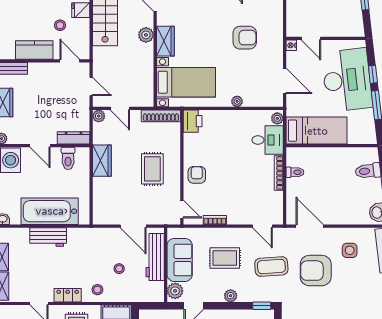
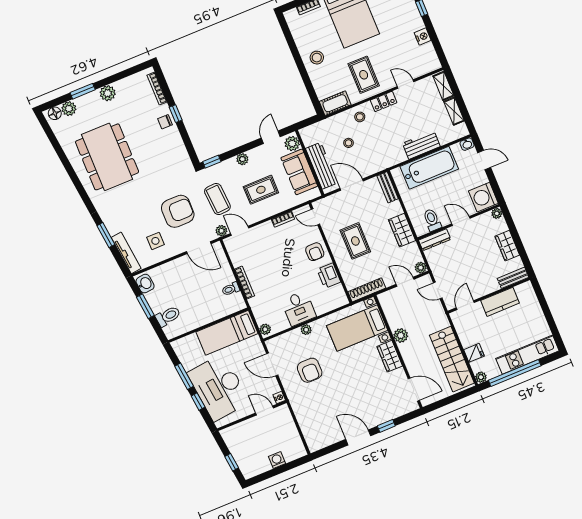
stool: (60, 25) -> (486, 332), removed
plant: (146, 35) -> (401, 335), moved
armchair: (245, 38) -> (310, 370), moved, turned -90
door: (70, 61) -> (465, 305), swing flipped
printer: (193, 121) -> (329, 276), moved
desk: (268, 140) -> (299, 308), moved, turned -90
bench: (99, 209) -> (388, 187), added
plant: (280, 234) -> (221, 231), added
coffee table: (271, 267) -> (217, 199), turned 90

